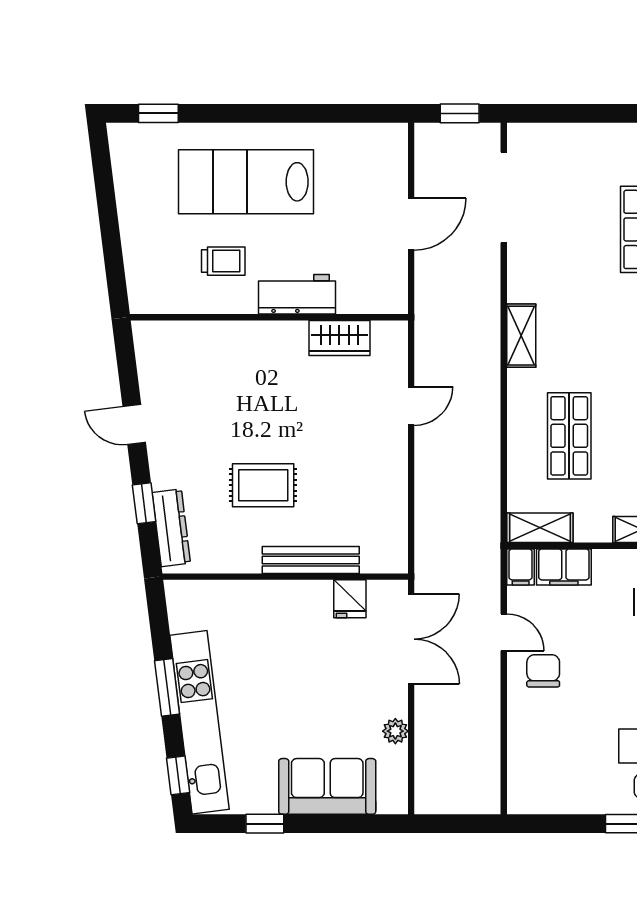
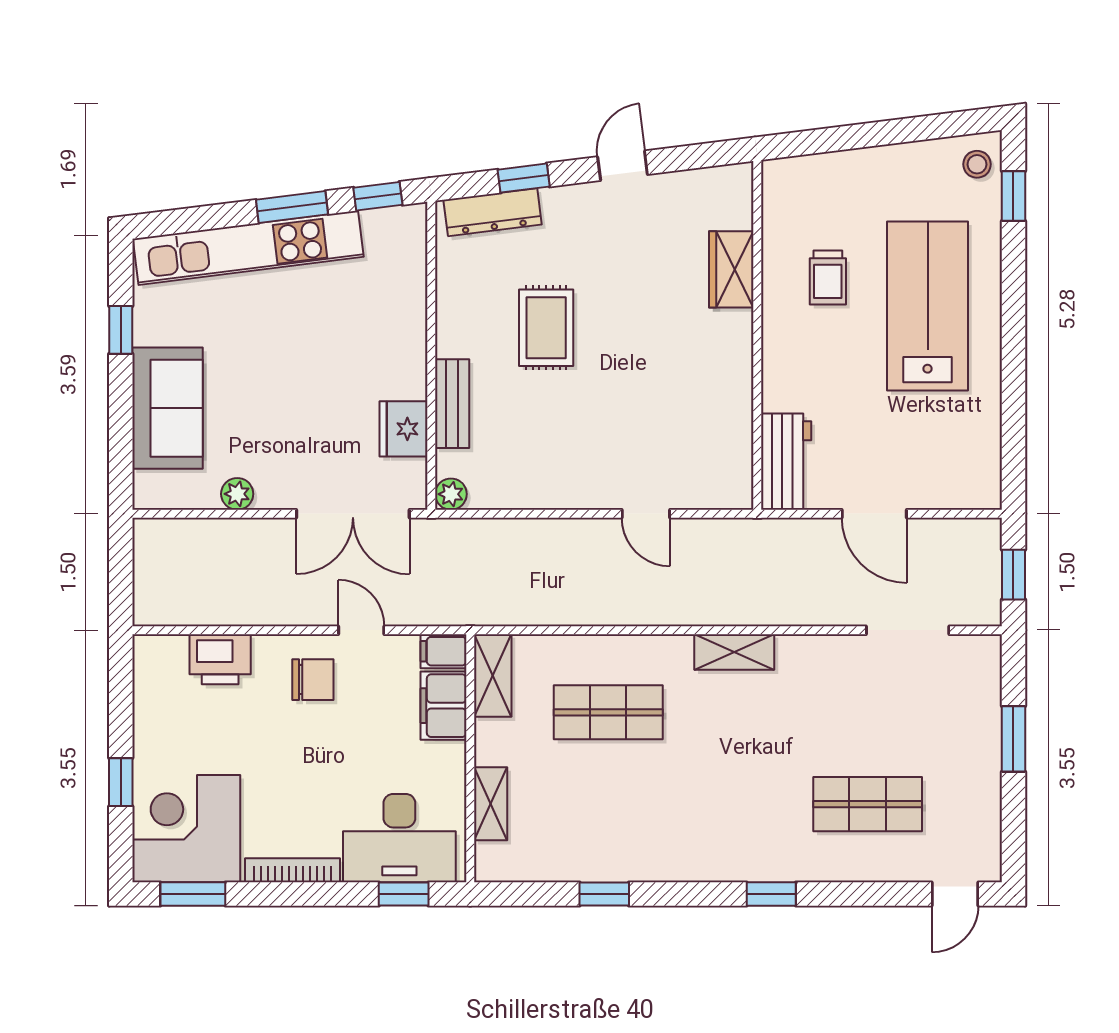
window: (590, 113) -> (1013, 739), added
stool: (133, 142) -> (977, 164), added
doorway: (504, 198) -> (908, 630), width x0.73
workbench: (297, 294) -> (786, 462), moved
wardrobe: (339, 338) -> (731, 269), moved
bench: (311, 560) -> (452, 404), width x0.73
plant: (396, 561) -> (451, 494), added
fridge: (350, 599) -> (404, 429), width x1.38
door: (504, 632) -> (361, 630), swing flipped
printer: (527, 745) -> (220, 659), added
window: (178, 775) -> (378, 196), moved

